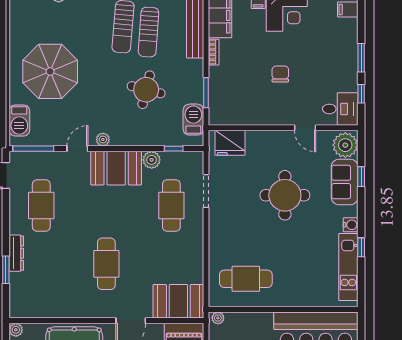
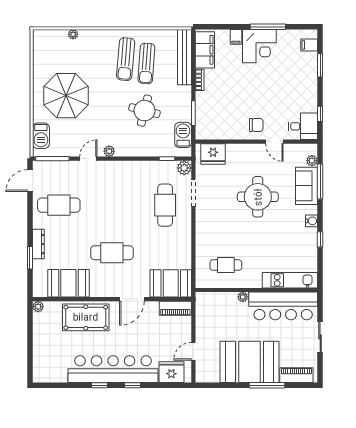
window: (361, 58) -> (320, 65), moved
chair: (280, 74) -> (256, 125), moved, turned 90
plant: (345, 145) -> (312, 161), width x0.53, depth x0.53
plant: (152, 160) -> (184, 168), moved
booth: (116, 168) -> (68, 283), moved
window: (361, 177) -> (320, 182), width x2.17
cafe table: (41, 205) -> (59, 205), turned 90
cafe table: (106, 264) -> (112, 253), turned 90
kitchen unit: (348, 267) -> (290, 280), moved, turned 90
cafe table: (246, 279) -> (226, 265), width x0.73, depth x0.74
plant: (218, 318) -> (243, 297), moved

